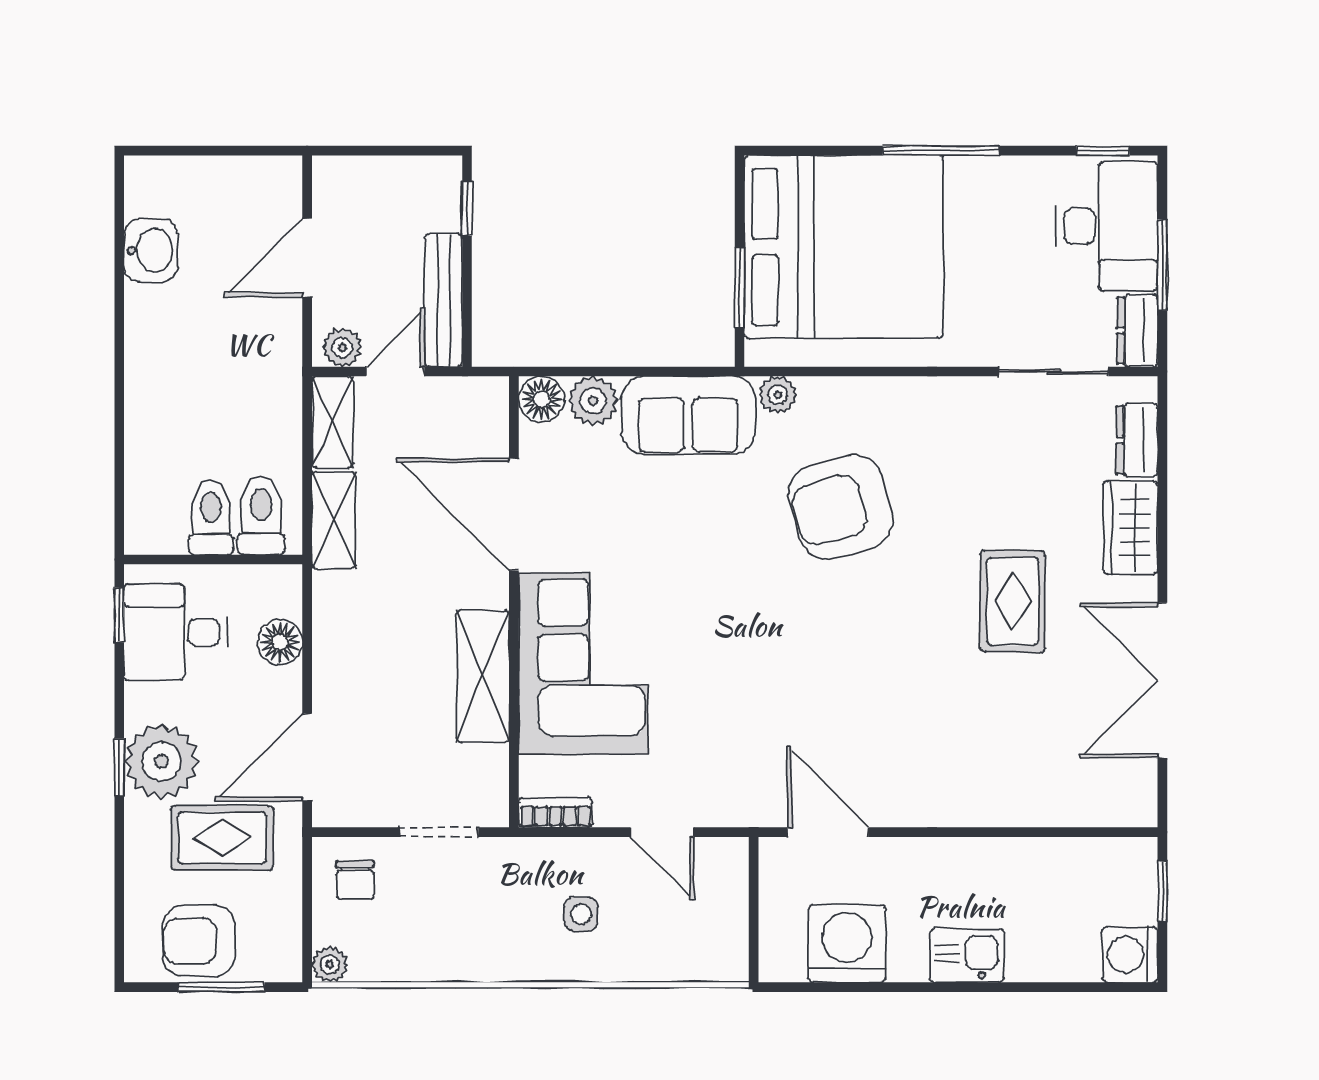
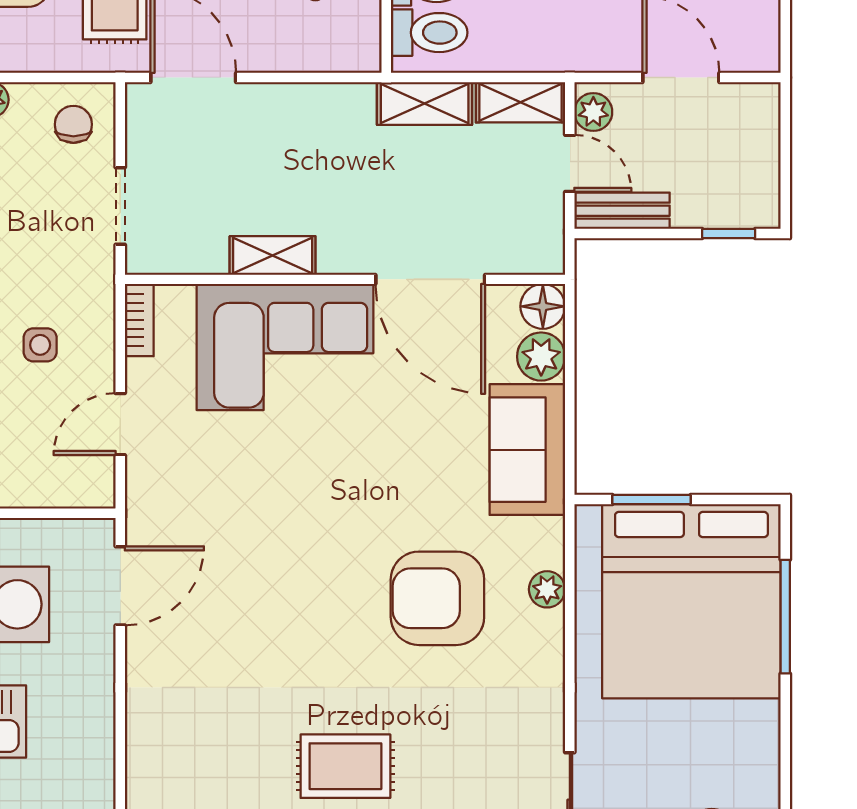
window: (941, 151) -> (785, 617), moved
bench: (444, 300) -> (622, 211), width x0.73
plant: (778, 395) -> (547, 589), moved
armchair: (841, 507) -> (437, 598), turned -75
door: (514, 514) -> (430, 279), swing flipped
floor lamp: (280, 642) -> (306, 51), removed
shelving: (483, 676) -> (273, 255), width x0.67, depth x0.75
chair: (355, 880) -> (73, 124), turned 91

